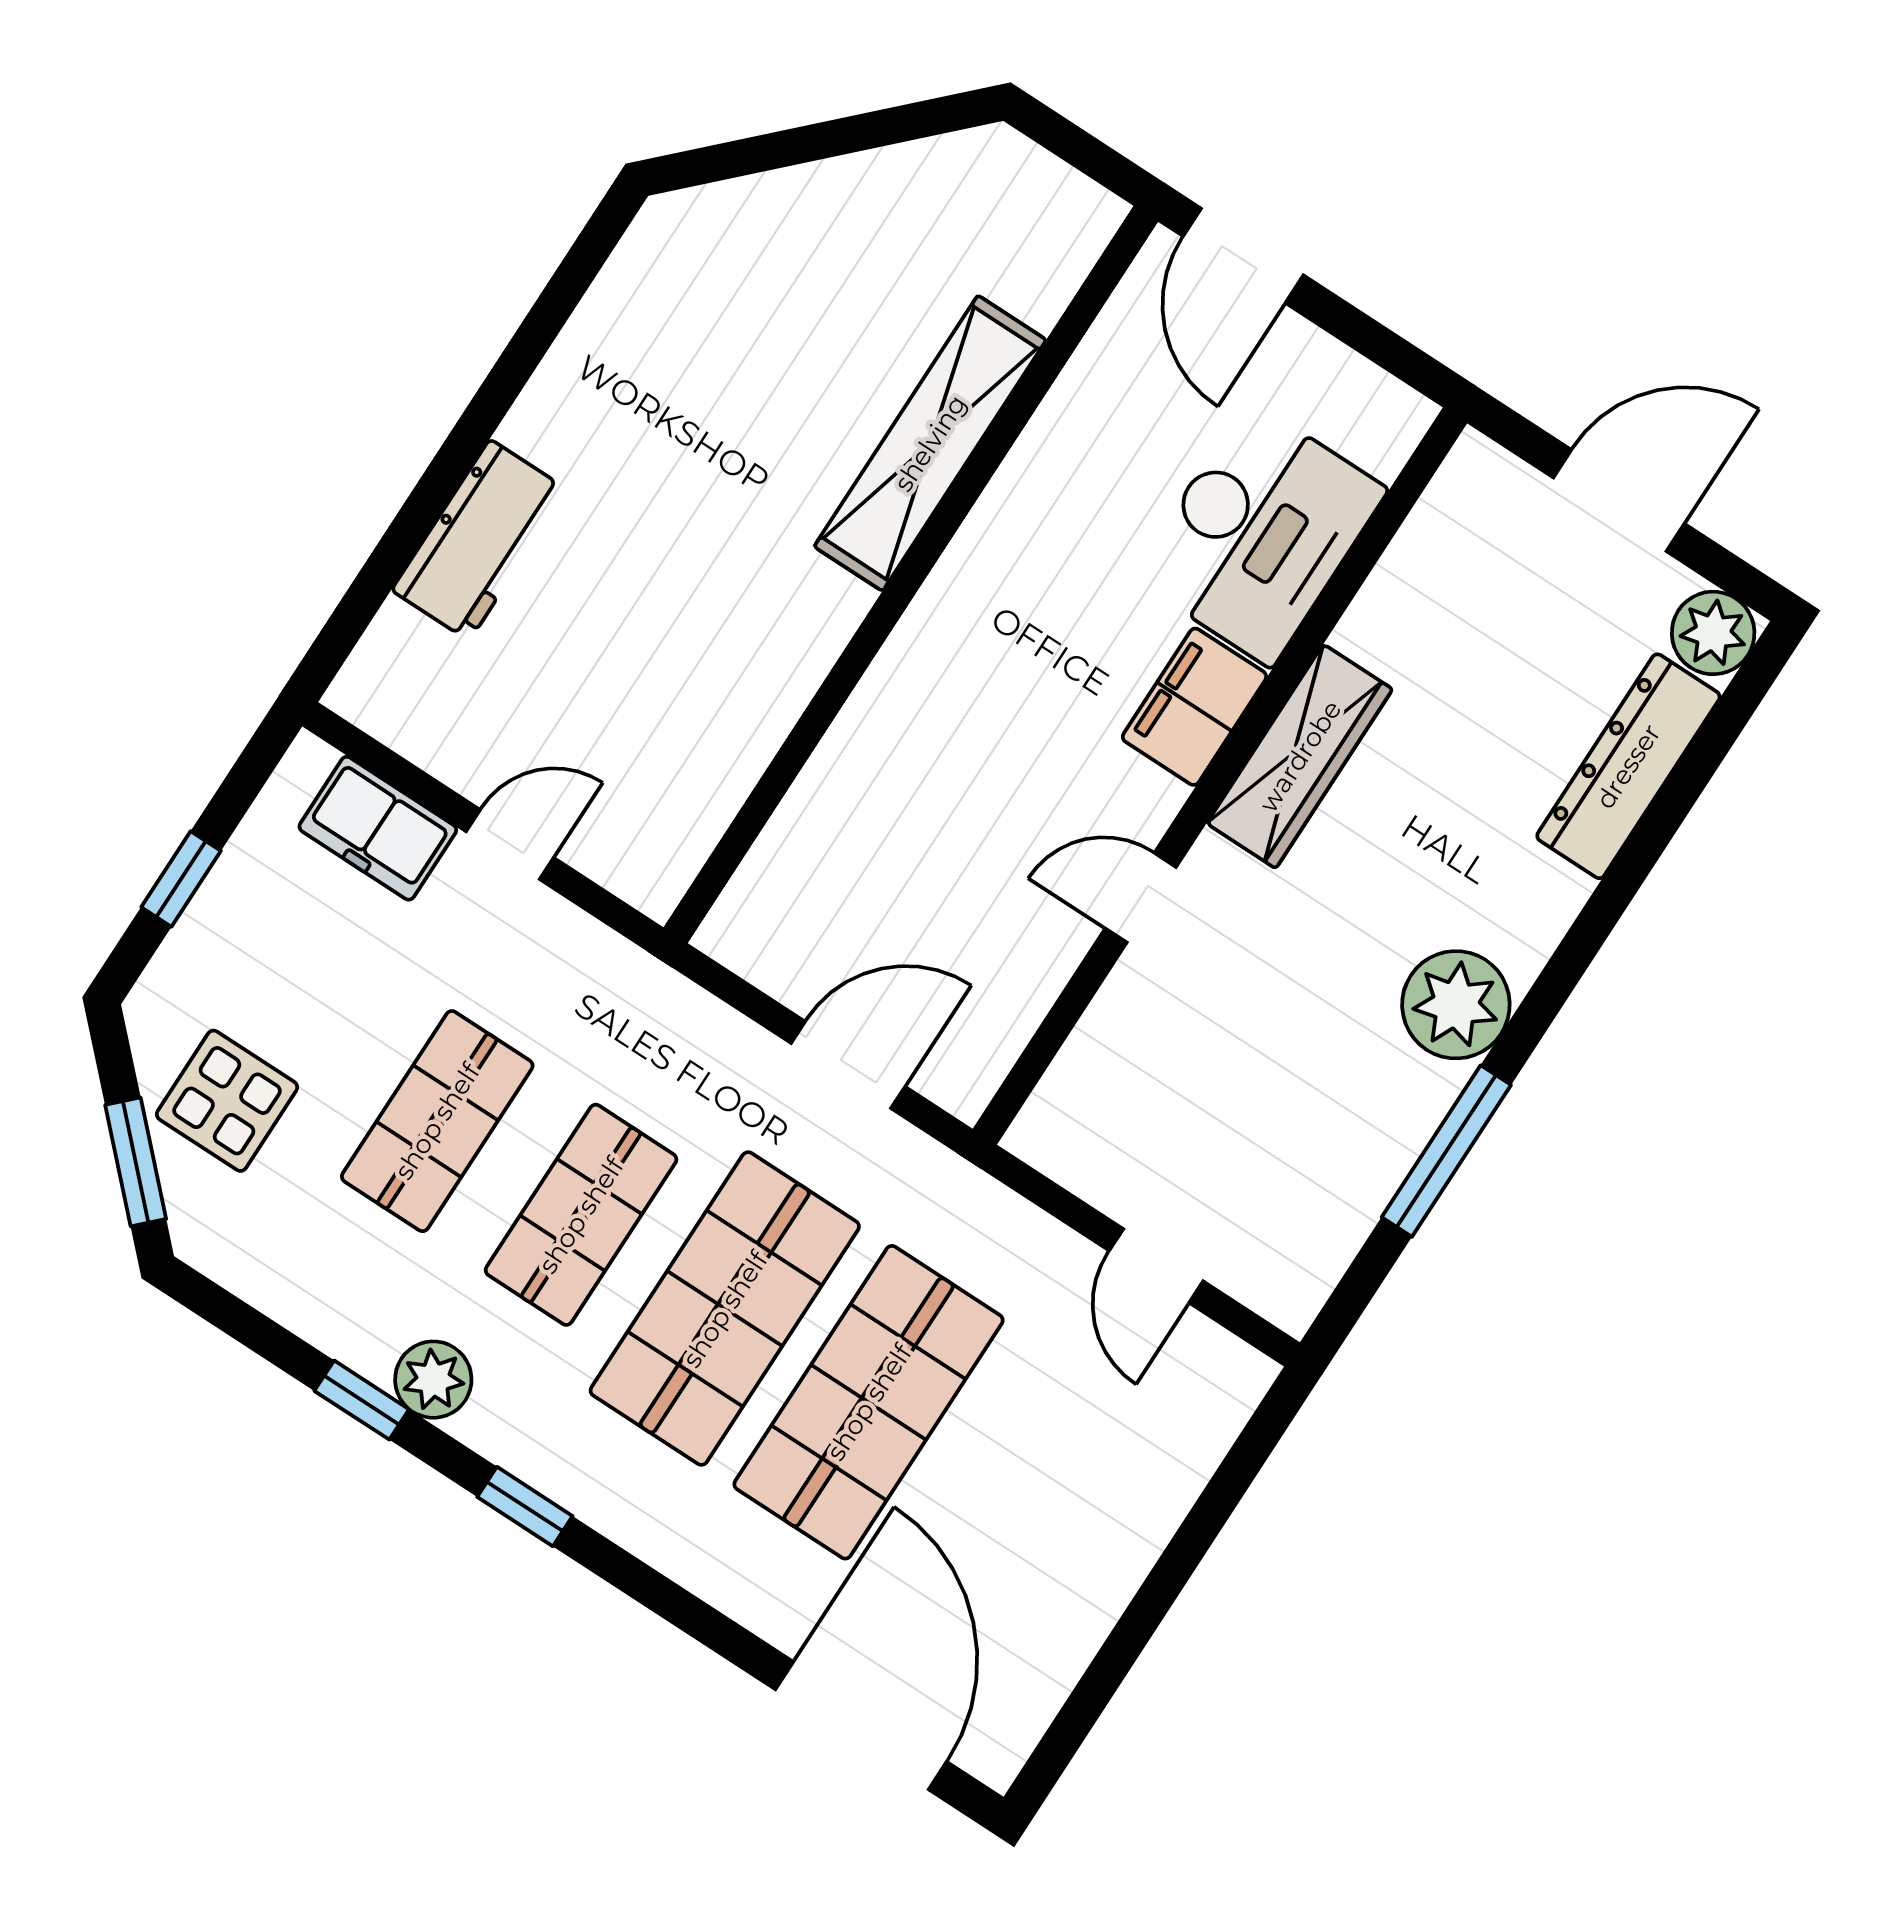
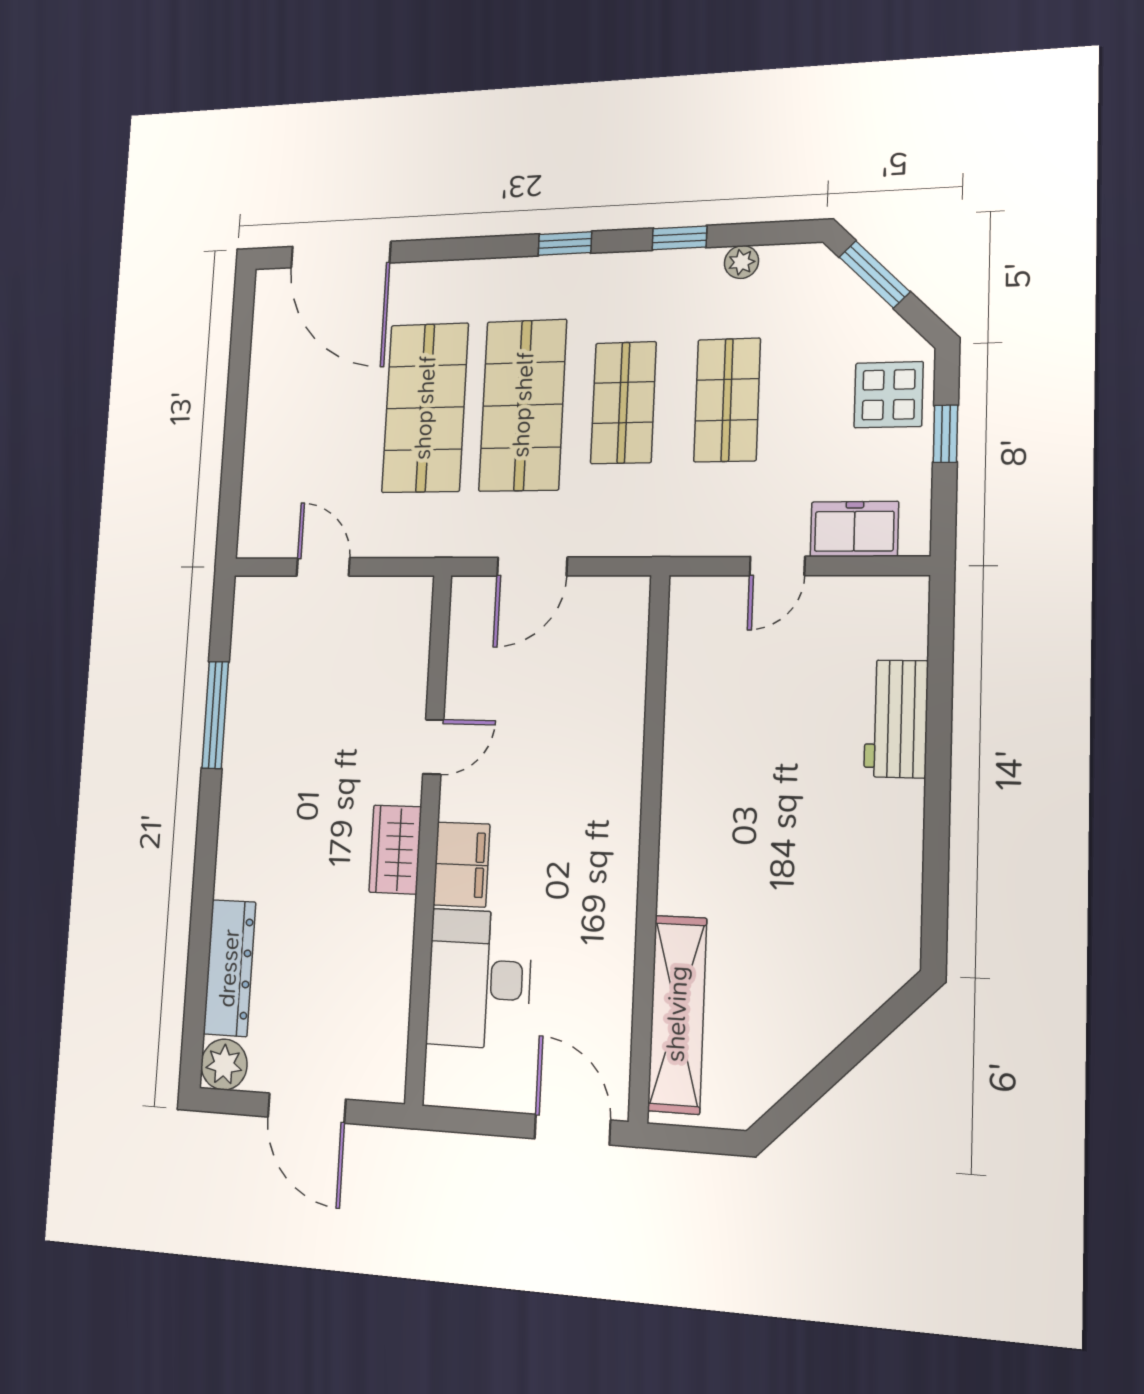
shelving: (930, 443) -> (677, 1014), moved
door: (1619, 501) -> (307, 1108), hinge flipped
wardrobe: (1300, 756) -> (395, 849), width x0.67
plant: (1456, 1005) -> (249, 791), removed
display table: (227, 1101) -> (889, 395), moved
plant: (433, 1380) -> (741, 262), moved, width x0.73, depth x0.73

